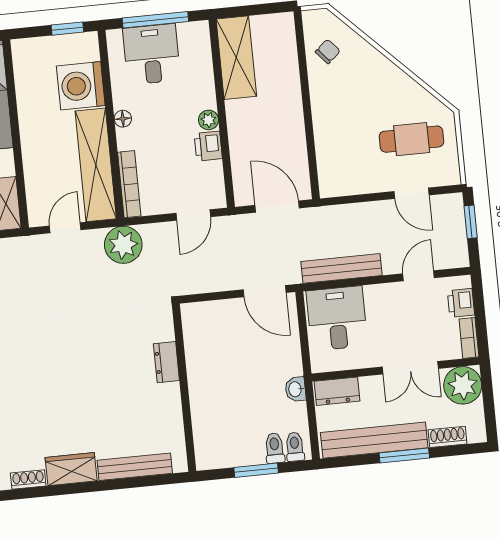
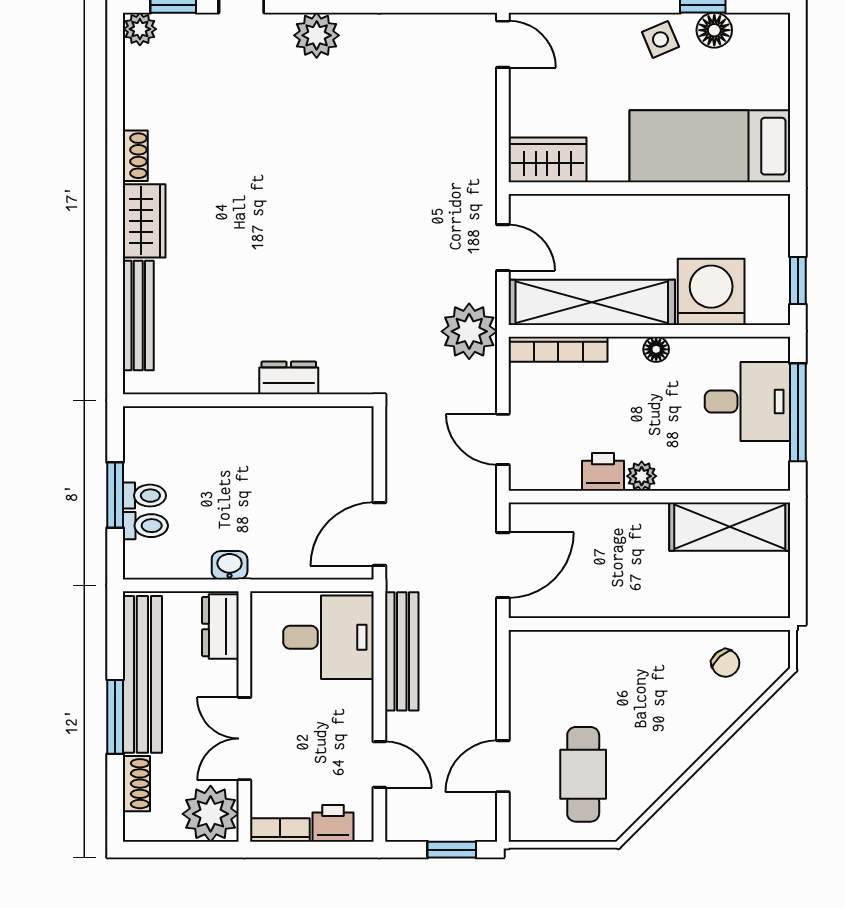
toilet: (295, 447) -> (144, 496), moved

